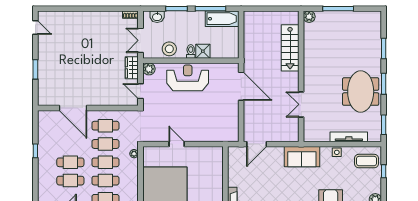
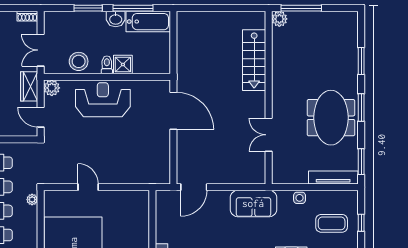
washbasin: (157, 17) -> (116, 19), moved
plant: (309, 17) -> (279, 19), moved
stairs: (290, 48) -> (254, 60), moved
wall: (301, 76) -> (269, 98), moved
double door: (301, 104) -> (269, 135), moved
tv unit: (349, 137) -> (333, 177), moved
coffee table: (367, 161) -> (332, 223), moved

